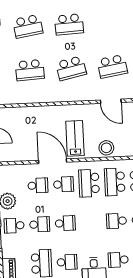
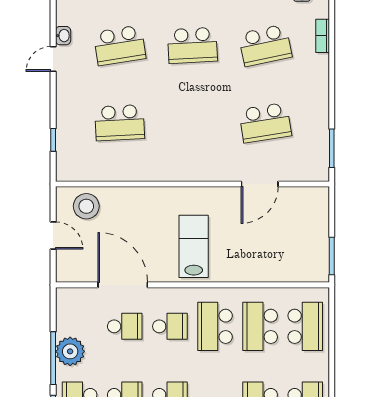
school desk: (71, 68) -> (265, 45), moved
door: (111, 101) -> (260, 184), hinge flipped
stool: (106, 148) -> (86, 206), moved
door: (53, 161) -> (123, 285), moved

